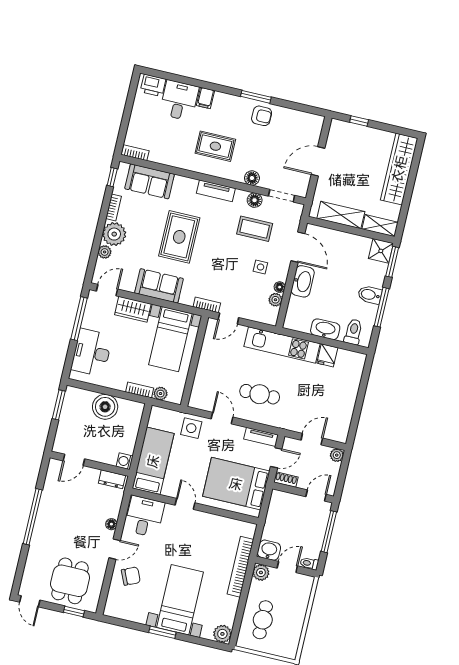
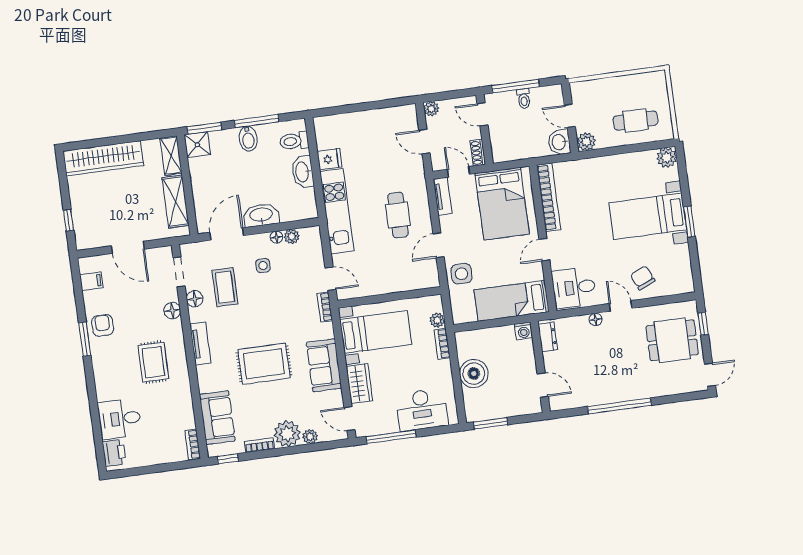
filing cabinet: (205, 98) -> (91, 281), moved
toilet: (309, 563) -> (524, 99), moved
bookcase: (240, 567) -> (549, 197), moved, turned -90

